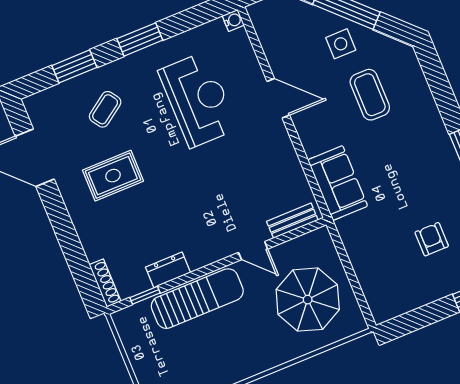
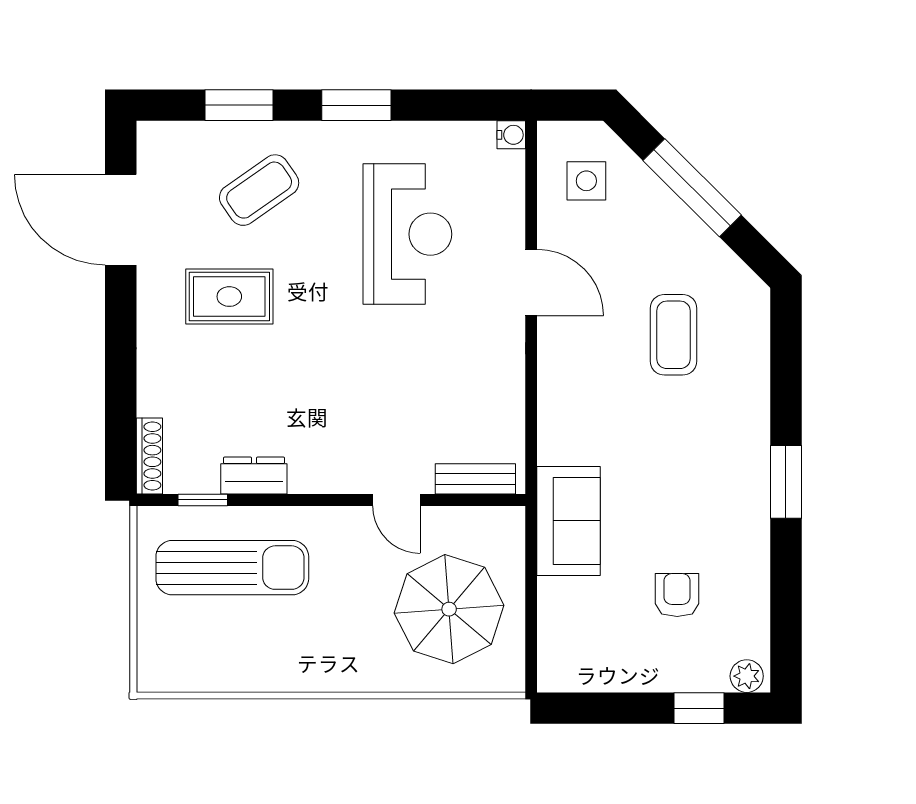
side table: (341, 44) -> (586, 181), moved
coffee table: (105, 109) -> (259, 190), width x1.36, depth x1.30
sofa: (338, 183) -> (569, 521), moved
sun lounger: (197, 299) -> (232, 568), moved

